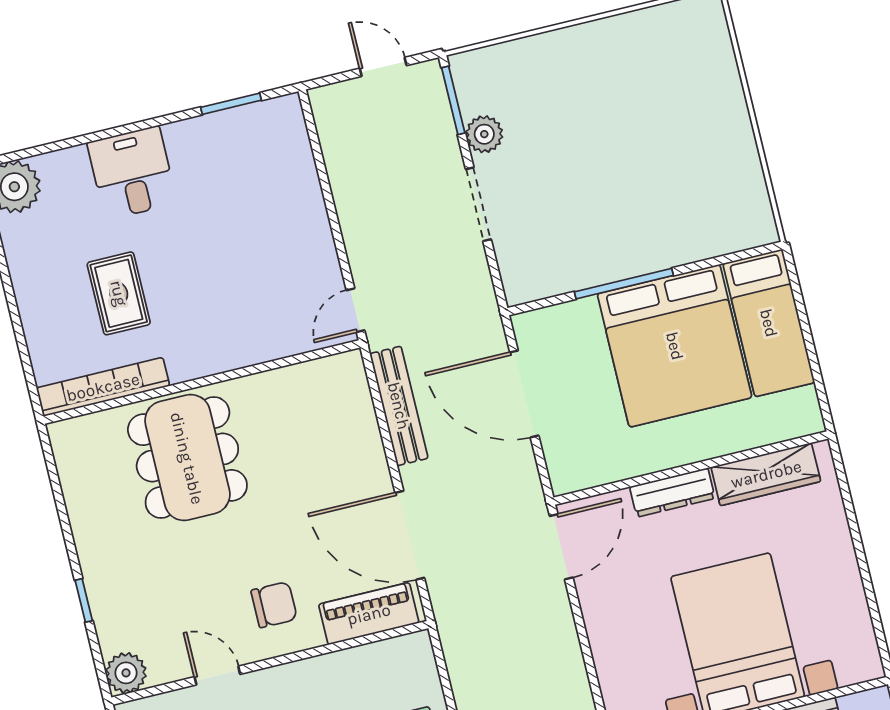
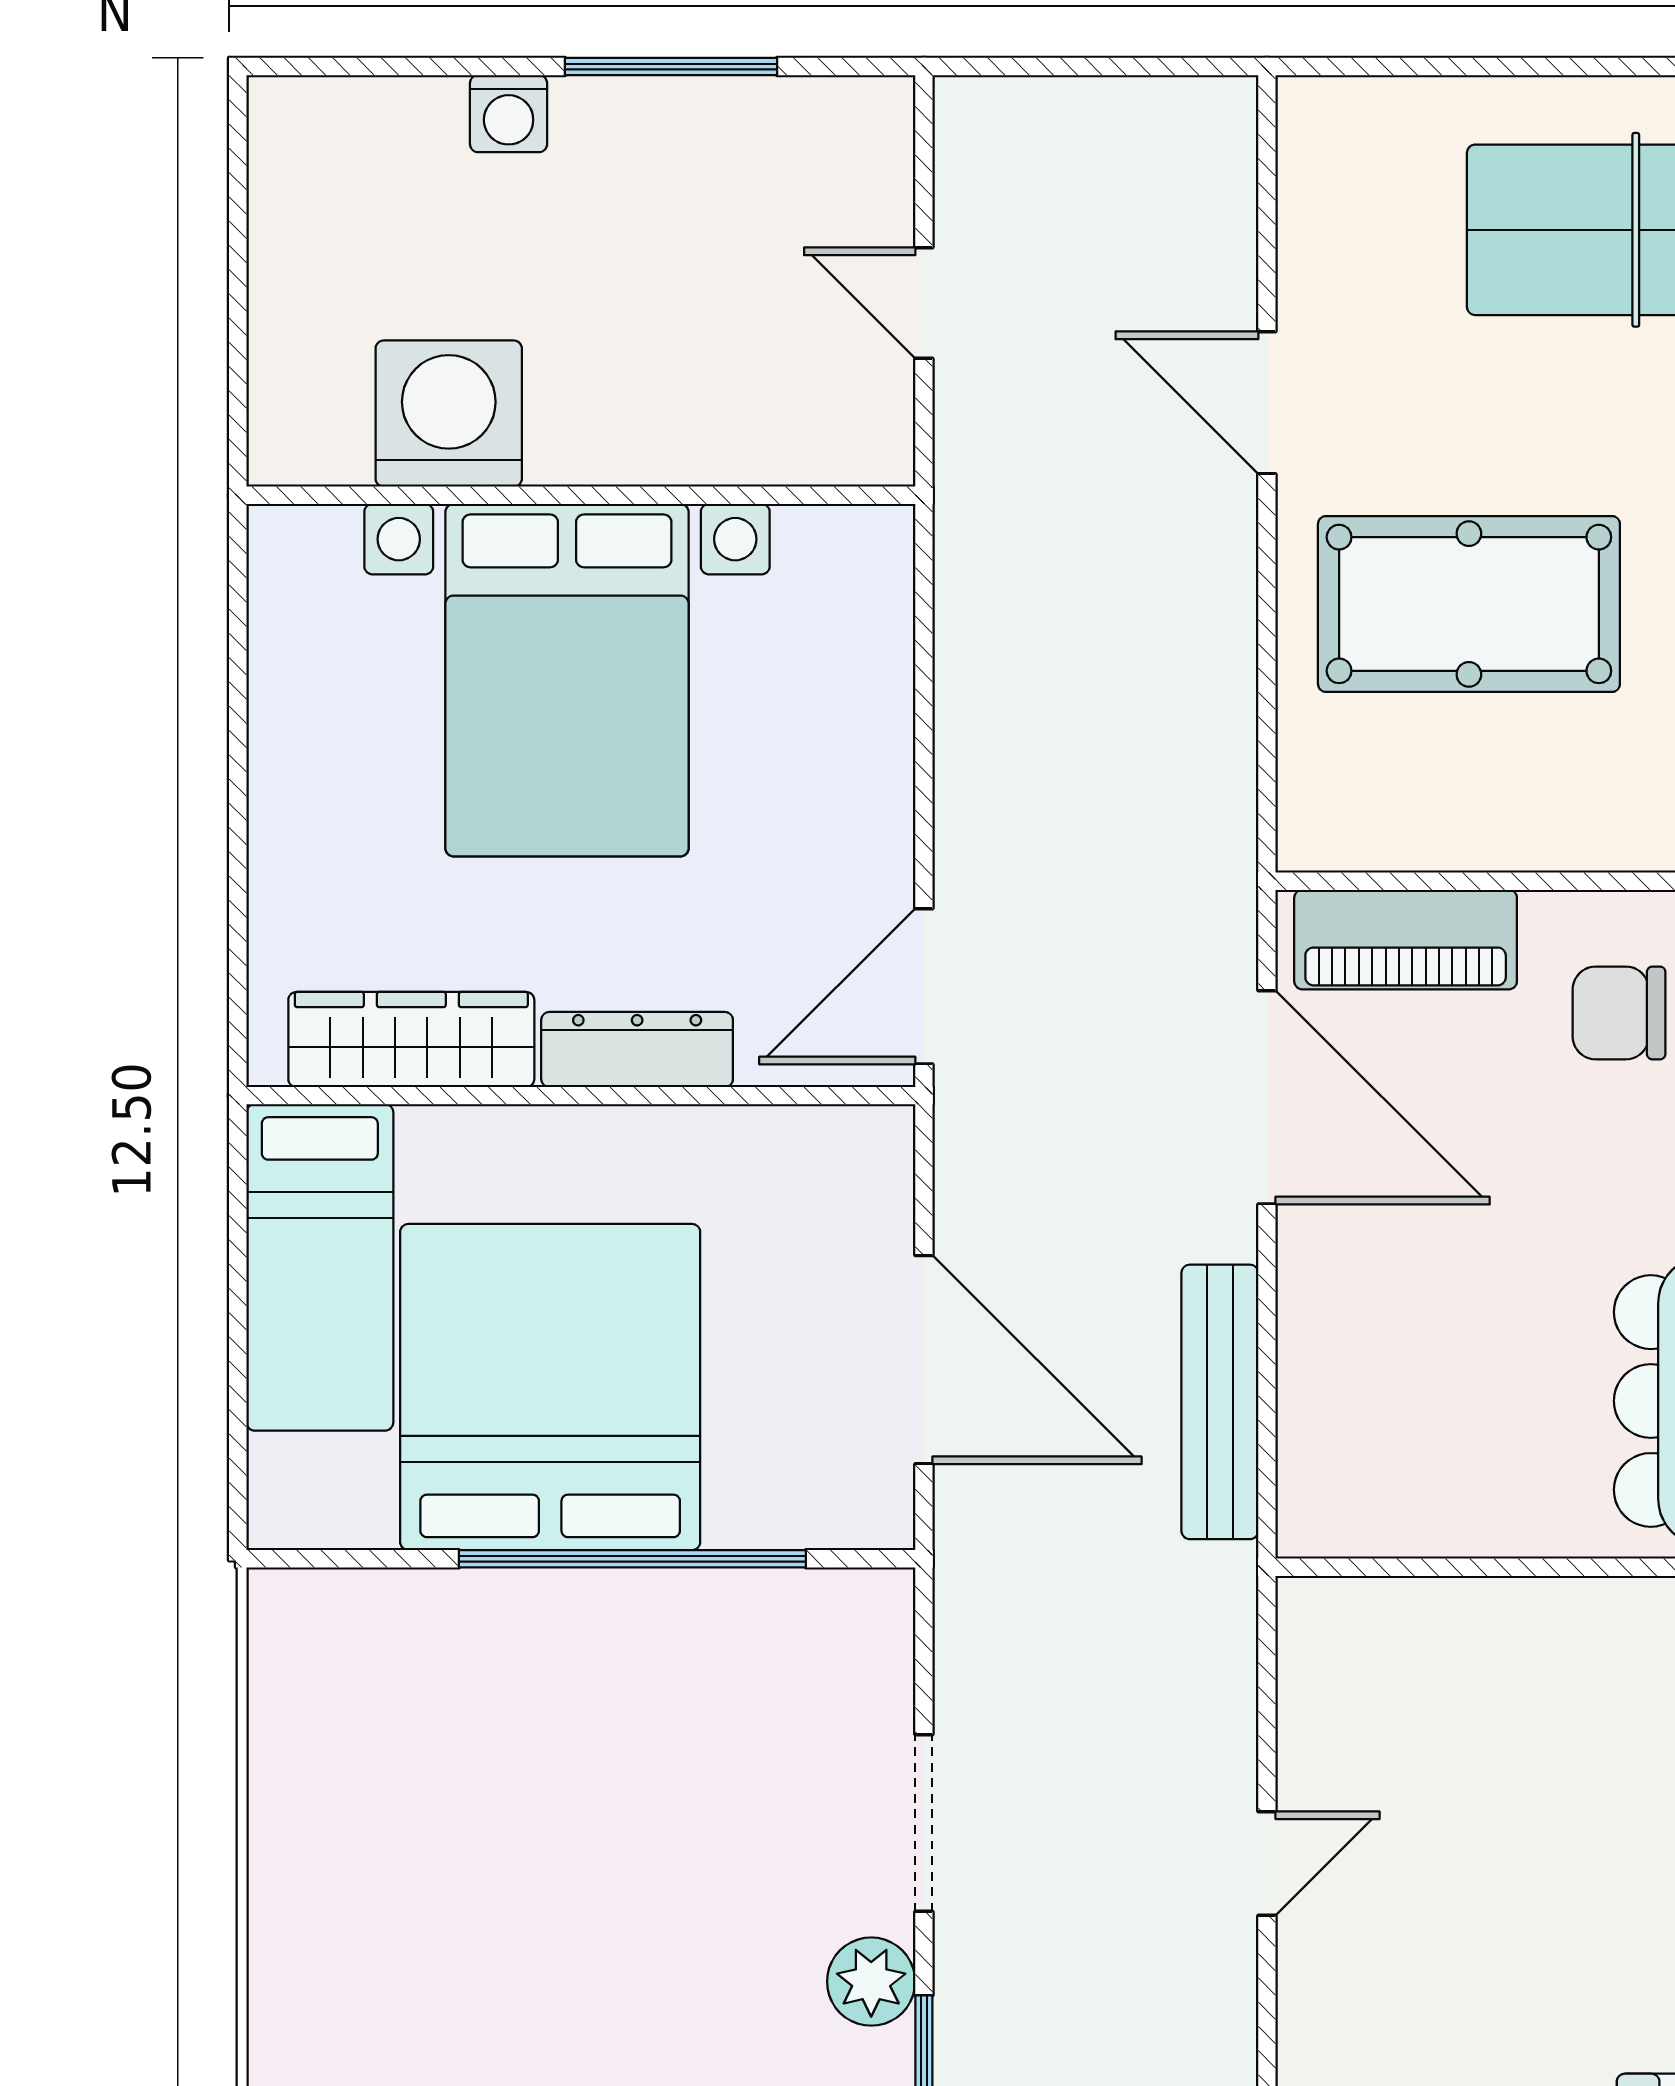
window: (624, 284) -> (632, 1559), width x1.46
door: (355, 310) -> (1267, 1863), moved
bed: (769, 323) -> (320, 1267), moved, turned 180

